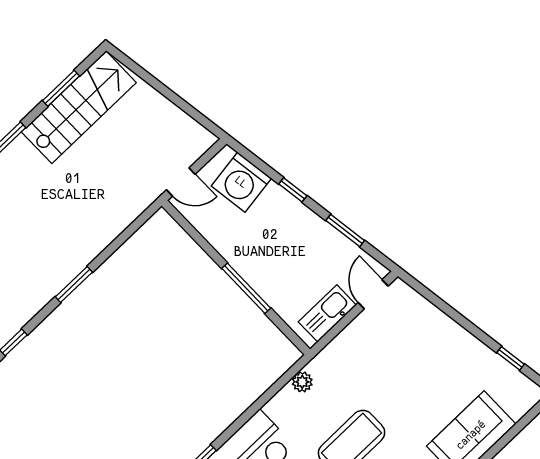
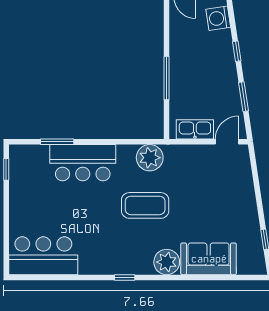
washing machine: (241, 182) -> (218, 18), width x0.73, depth x0.73
plant: (302, 382) -> (150, 158), width x1.87, depth x1.87

